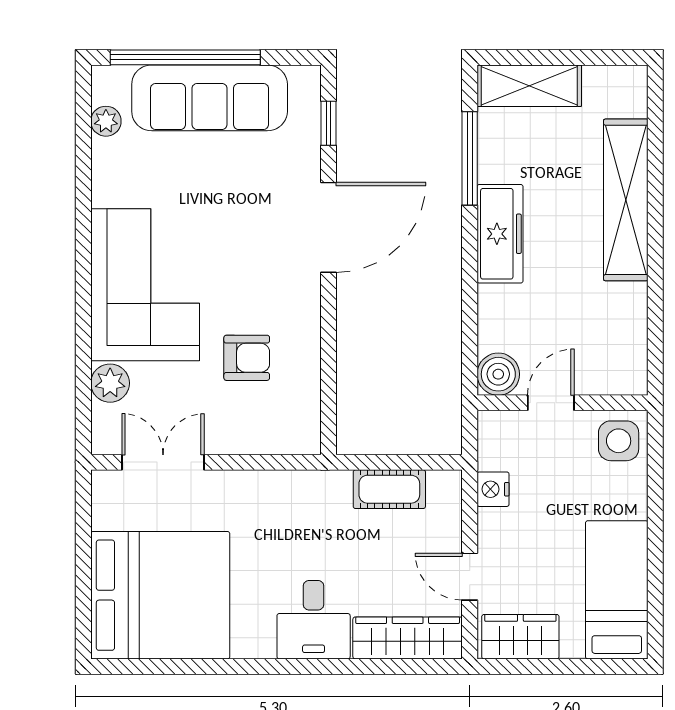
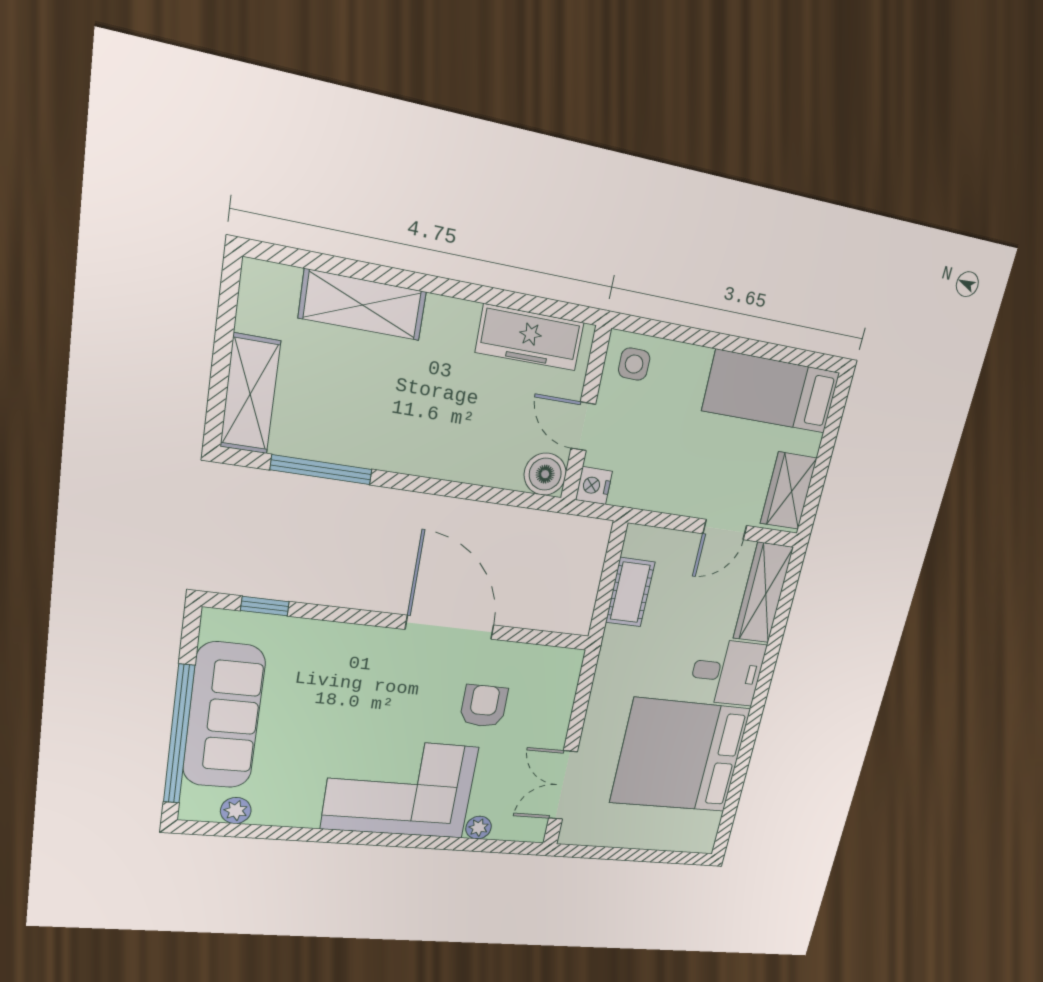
shelving: (626, 200) -> (362, 305), width x0.68
door: (328, 227) -> (450, 627), moved
freezer: (500, 234) -> (530, 338), moved, turned 180
plant: (110, 383) -> (479, 828), width x0.73, depth x0.73
side table: (619, 441) -> (634, 364), width x0.73, depth x0.73
nightstand: (493, 489) -> (594, 486), moved, turned 90
bed: (160, 595) -> (680, 756), moved, turned -90

